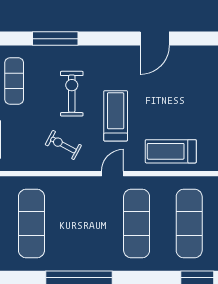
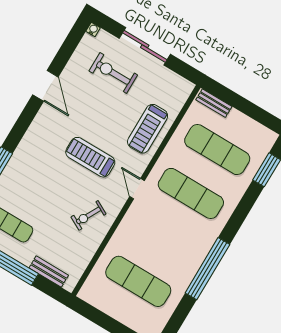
exercise bike: (72, 94) -> (113, 73), moved

